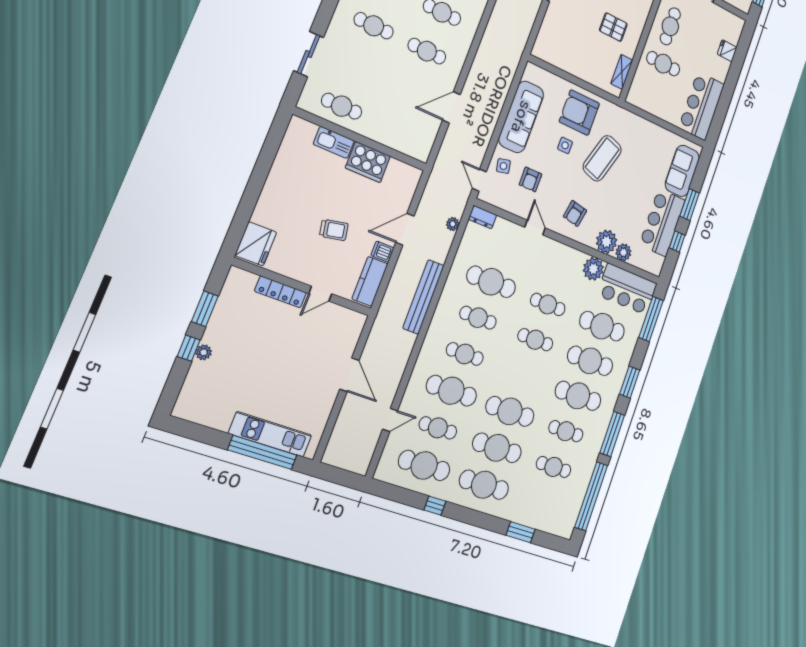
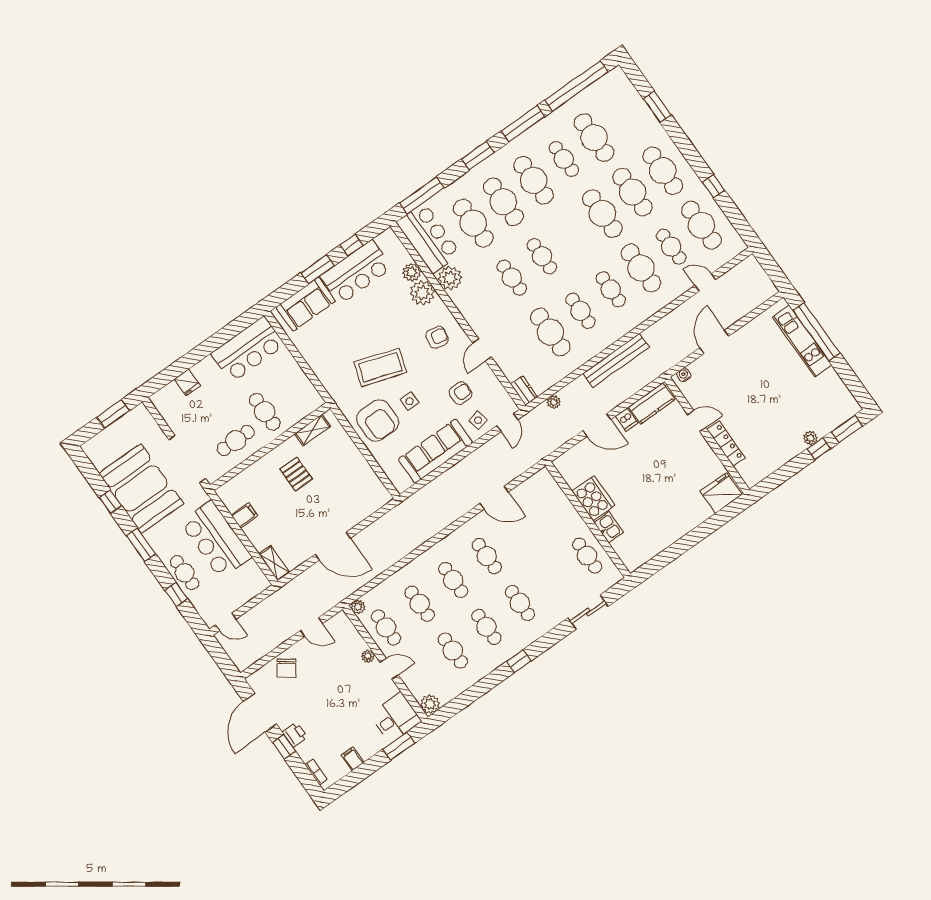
kitchen sink: (334, 142) -> (609, 527), width x0.73
trolley: (334, 230) -> (655, 463), removed
window: (205, 309) -> (847, 429), moved
water cooler: (358, 326) -> (684, 375), added
cafe table: (554, 467) -> (594, 138), width x1.37, depth x1.35

